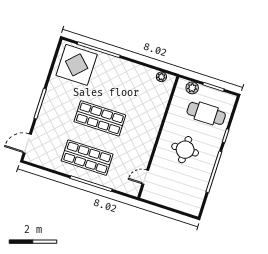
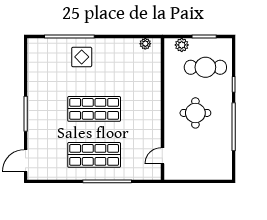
display table: (77, 65) -> (82, 57), moved, width x0.54, depth x0.54

